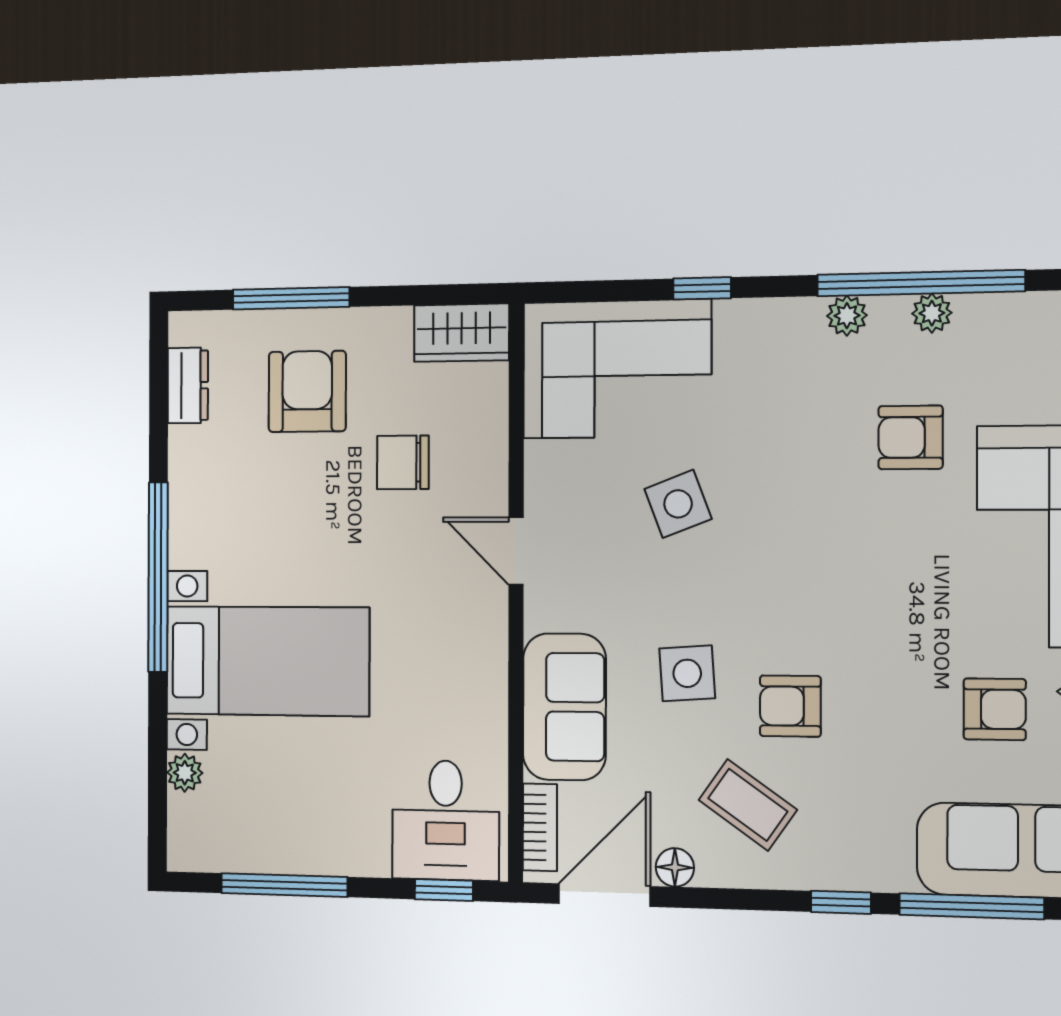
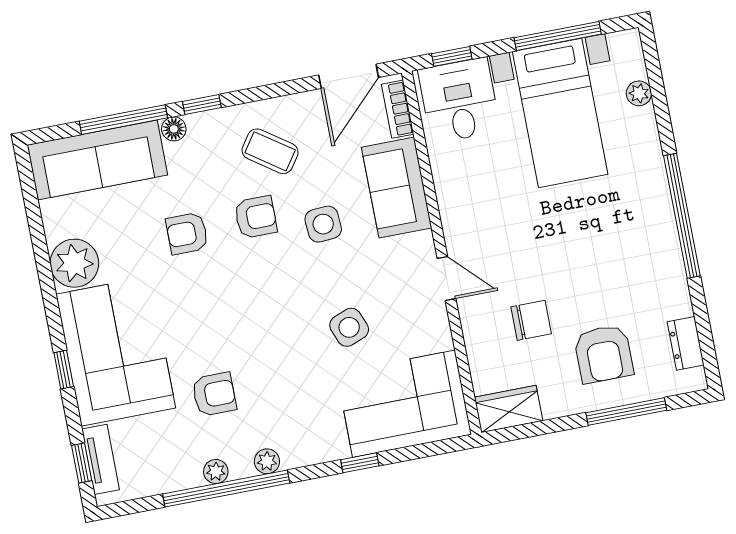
bed with nightstands: (267, 661) -> (560, 113), moved, turned -90
armchair: (995, 709) -> (187, 233), moved
floor lamp: (675, 867) -> (174, 129), moved

